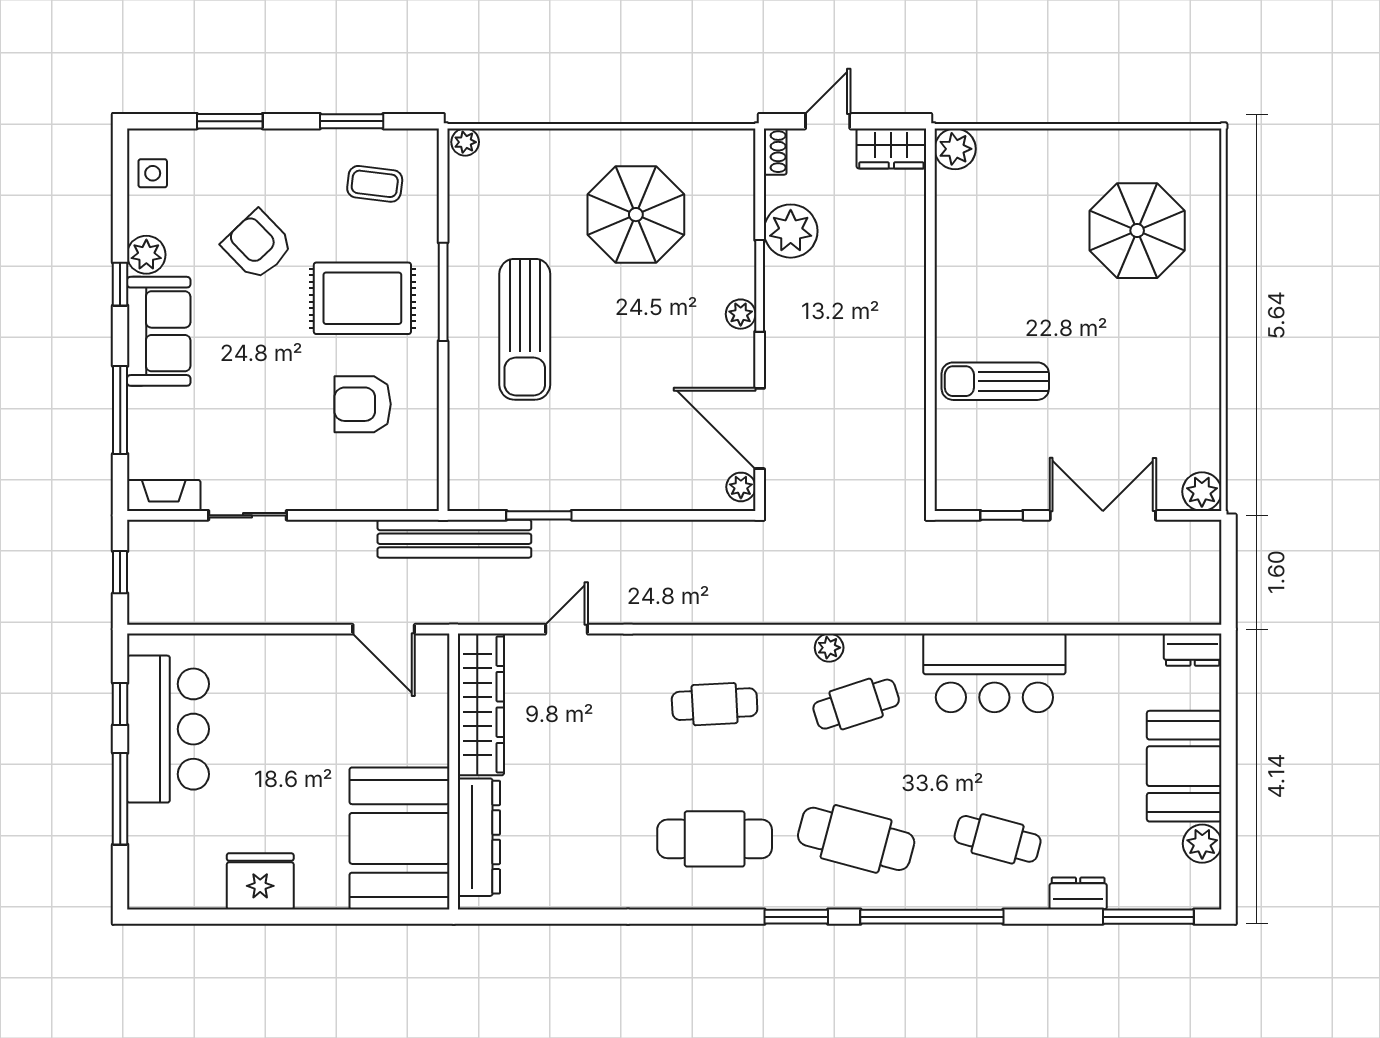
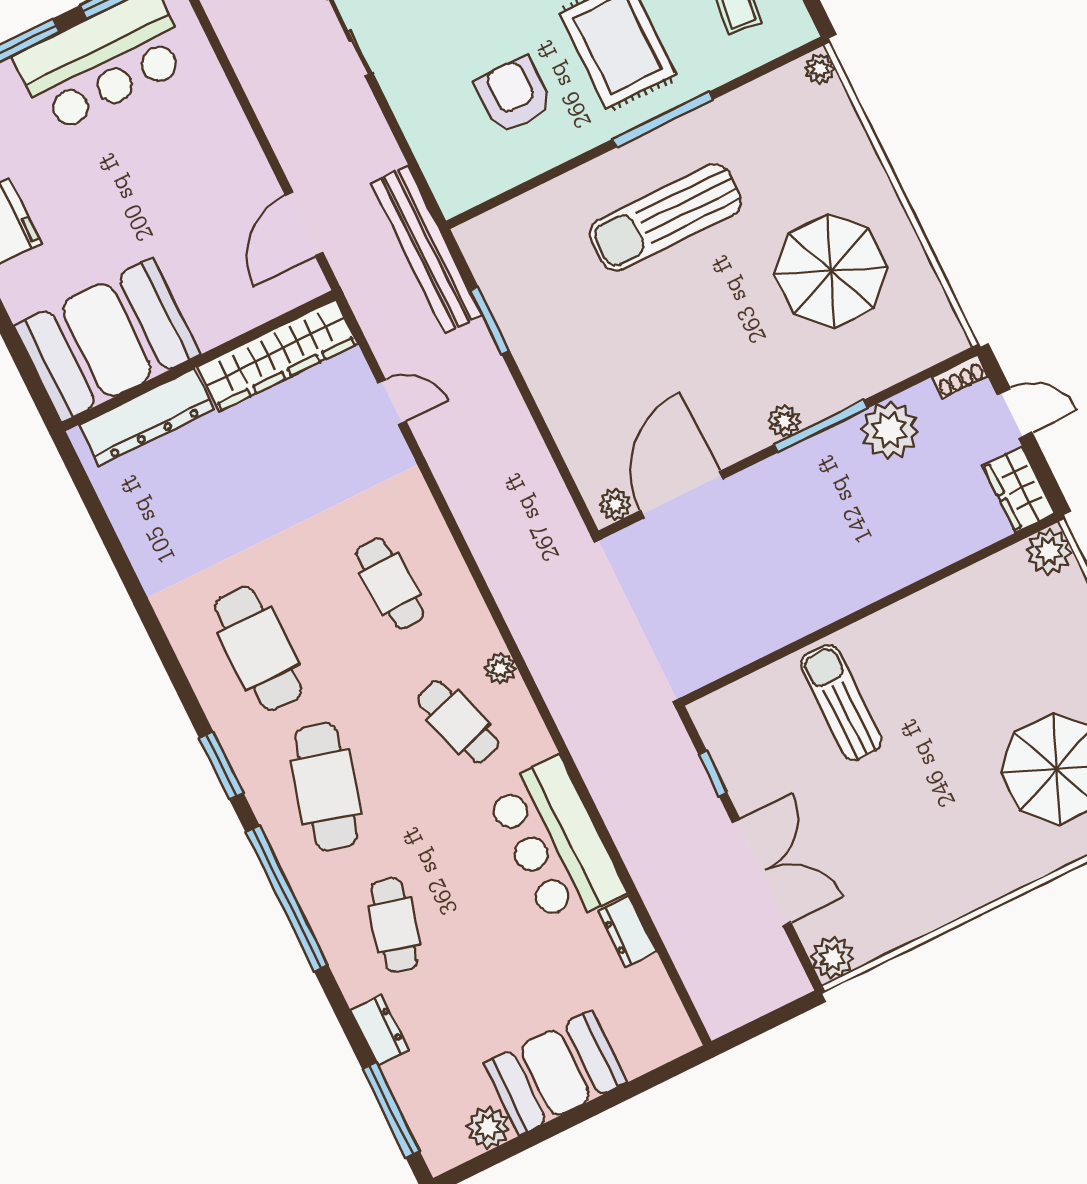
dresser: (1193, 650) -> (627, 931), moved

